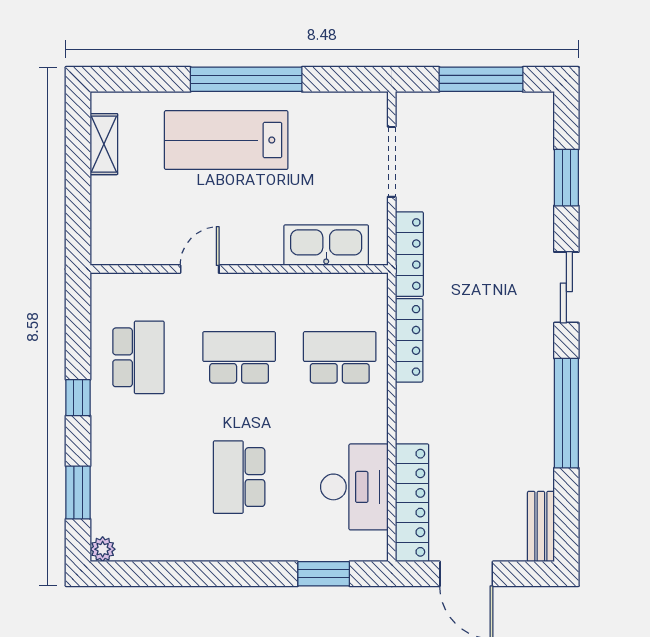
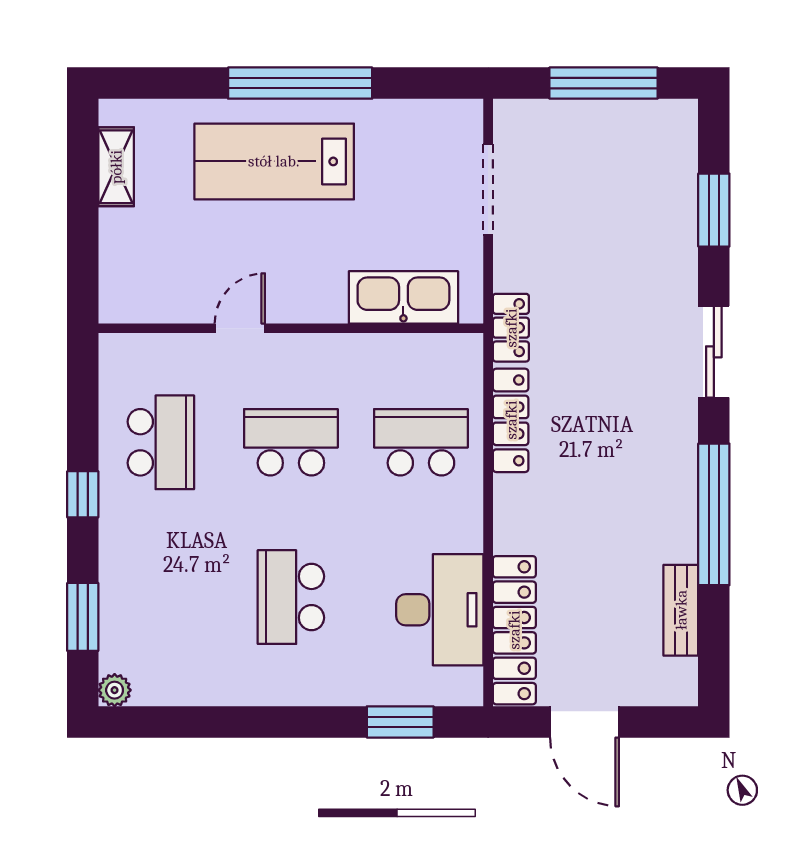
locker: (409, 254) -> (511, 328), width x0.66
bench: (541, 526) -> (681, 610), moved

